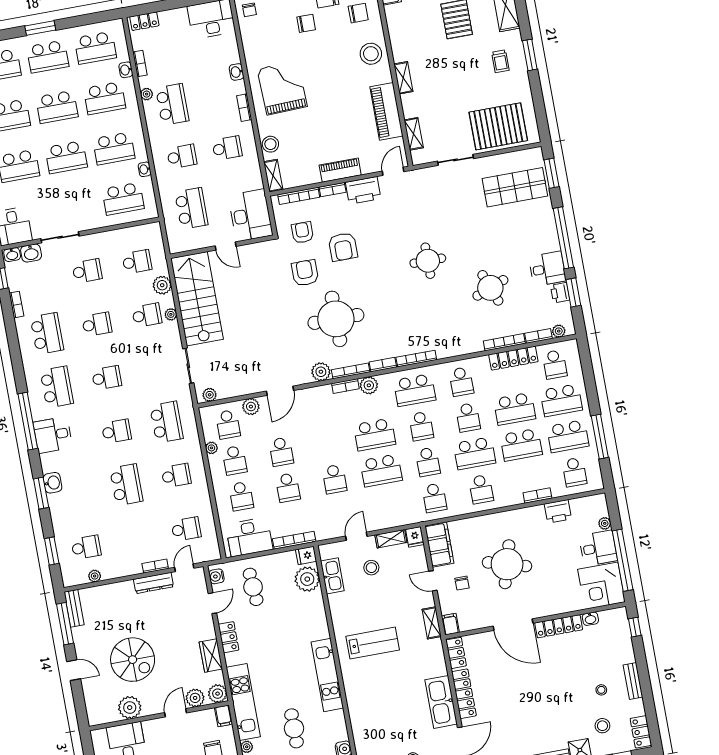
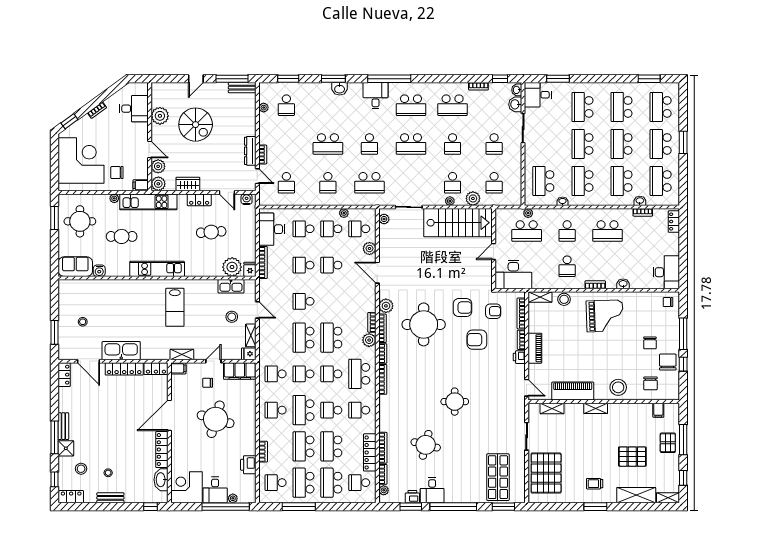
plant: (147, 94) -> (528, 213), moved
printer: (363, 190) -> (519, 357), width x0.53, depth x0.68
round table: (490, 288) -> (426, 445), turned 35
school desk: (107, 378) -> (411, 144), width x1.85
window: (623, 560) -> (226, 507), moved
cafe table: (253, 587) -> (211, 232), moved
washbasin: (590, 619) -> (161, 480), width x1.91, depth x1.45
spiral stairs: (133, 660) -> (196, 125), turned -90

